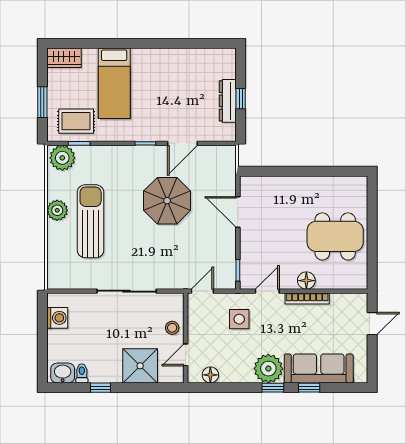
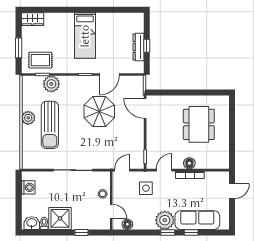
bed: (114, 83) -> (85, 36), moved
plant: (62, 158) -> (51, 84), moved
door: (238, 212) -> (145, 108), moved
sun lounger: (91, 221) -> (50, 125), turned 180
dining table: (335, 236) -> (199, 124), moved, turned 90
door: (186, 355) -> (111, 211), swing flipped
shower: (140, 366) -> (60, 218), moved
window: (101, 388) -> (82, 232), moved

